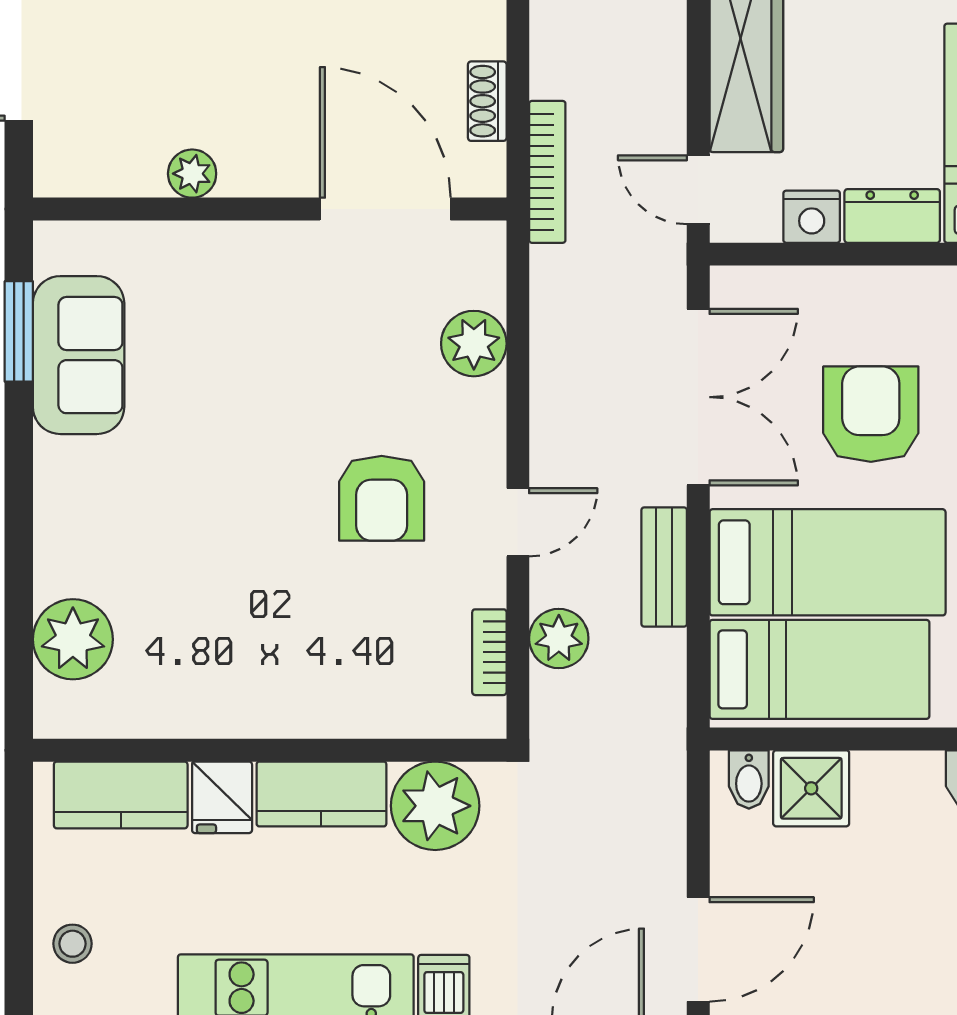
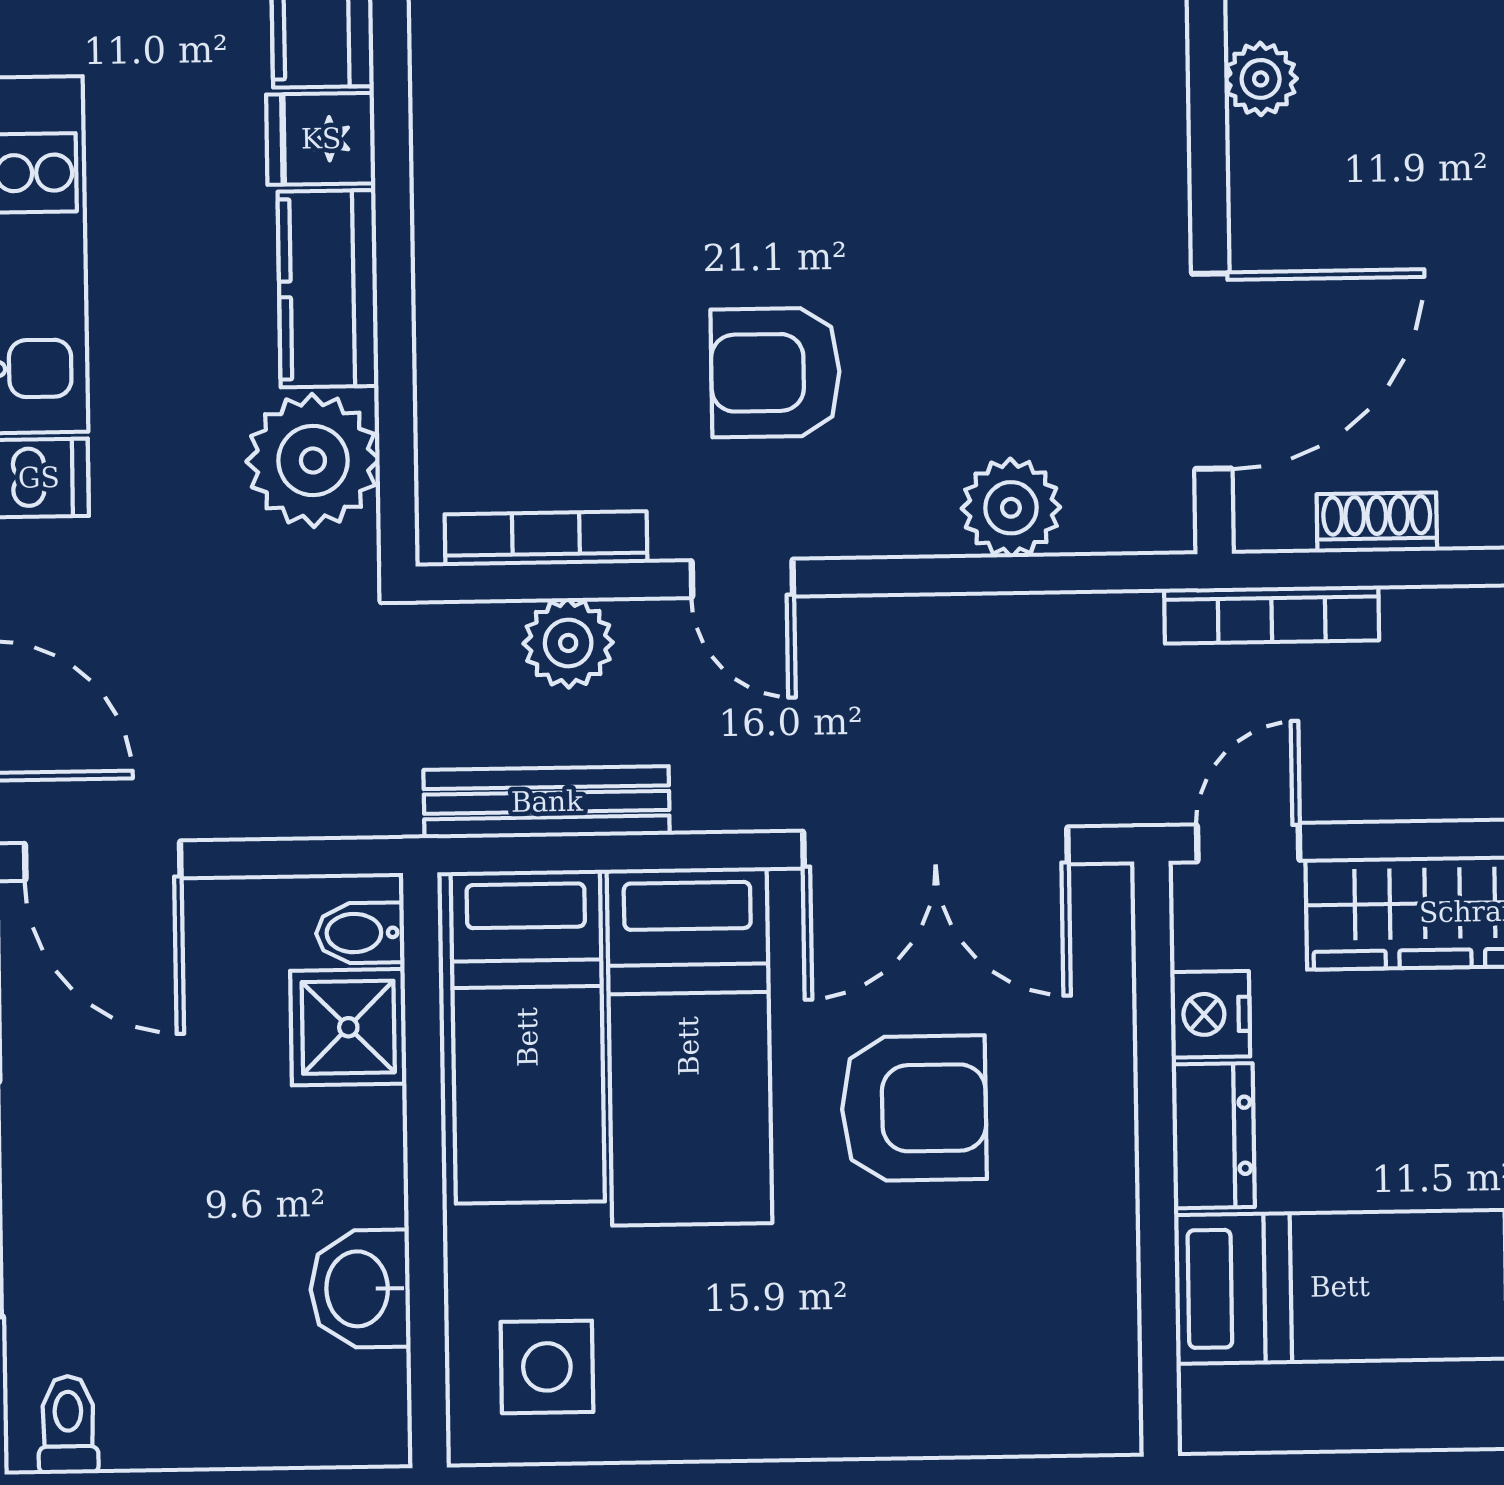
bench: (664, 567) -> (547, 802), moved, width x1.36
bookcase: (489, 652) -> (546, 539), width x1.56

